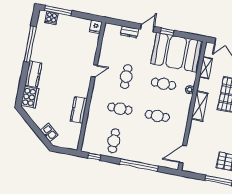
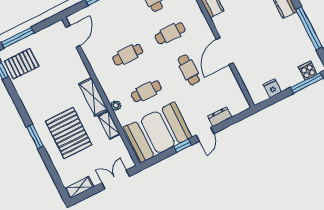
fridge: (96, 27) -> (272, 88), moved
shelving: (206, 68) -> (109, 125), moved
door: (94, 71) -> (225, 51), width x1.87

